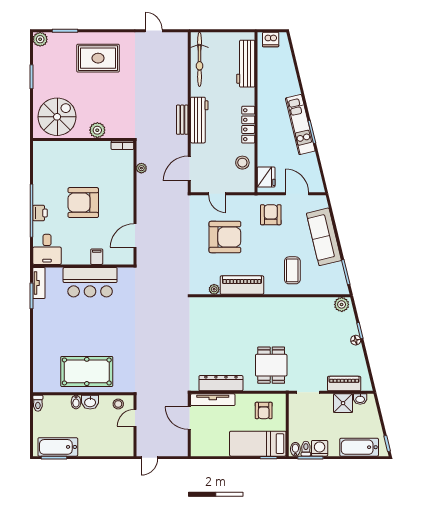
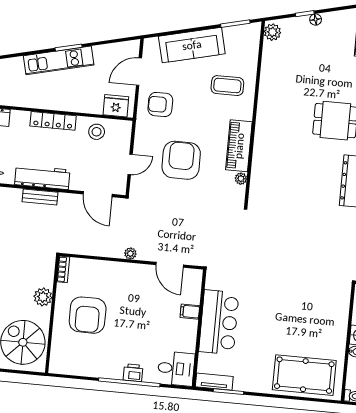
plant: (141, 168) -> (130, 253), moved
armchair: (83, 203) -> (88, 315), moved
pool table: (87, 371) -> (304, 375), moved, turned 90

